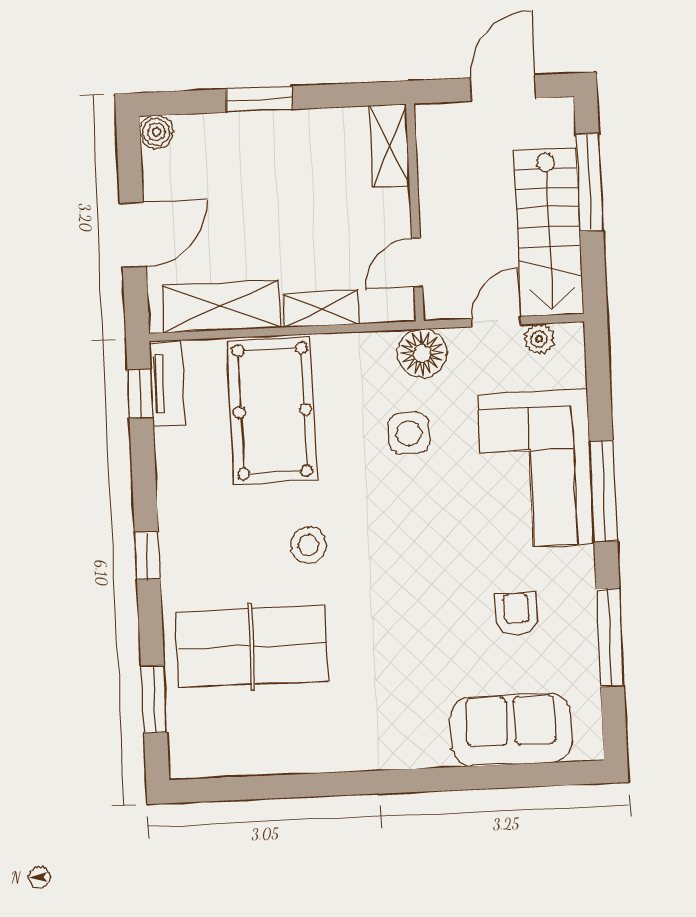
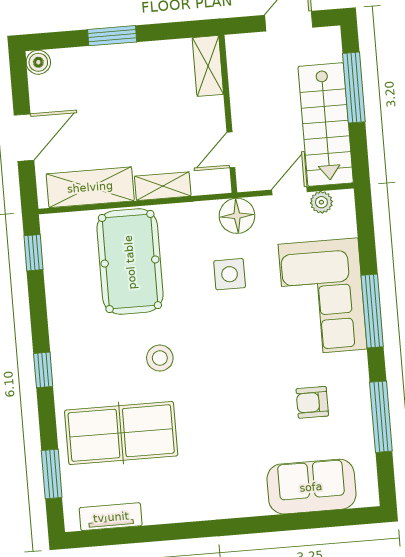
tv unit: (167, 384) -> (111, 517), moved, turned -90
armchair: (516, 614) -> (312, 402), turned -90

